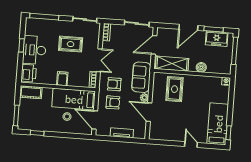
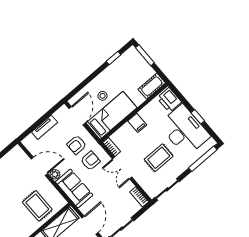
desk: (34, 50) -> (184, 130), width x1.36, depth x1.30
door: (95, 120) -> (77, 116), hinge flipped

